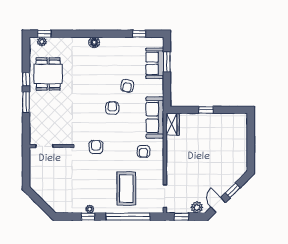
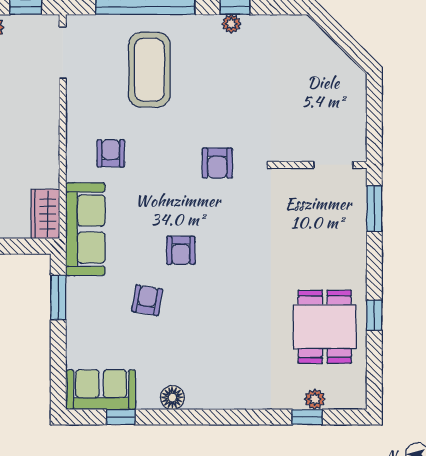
window: (44, 34) -> (307, 417), moved
plant: (42, 42) -> (315, 399), moved
floor lamp: (94, 42) -> (172, 398), moved
window: (167, 62) -> (58, 297), moved
sofa: (155, 63) -> (101, 390), moved, turned -90
window: (26, 102) -> (374, 209), moved

